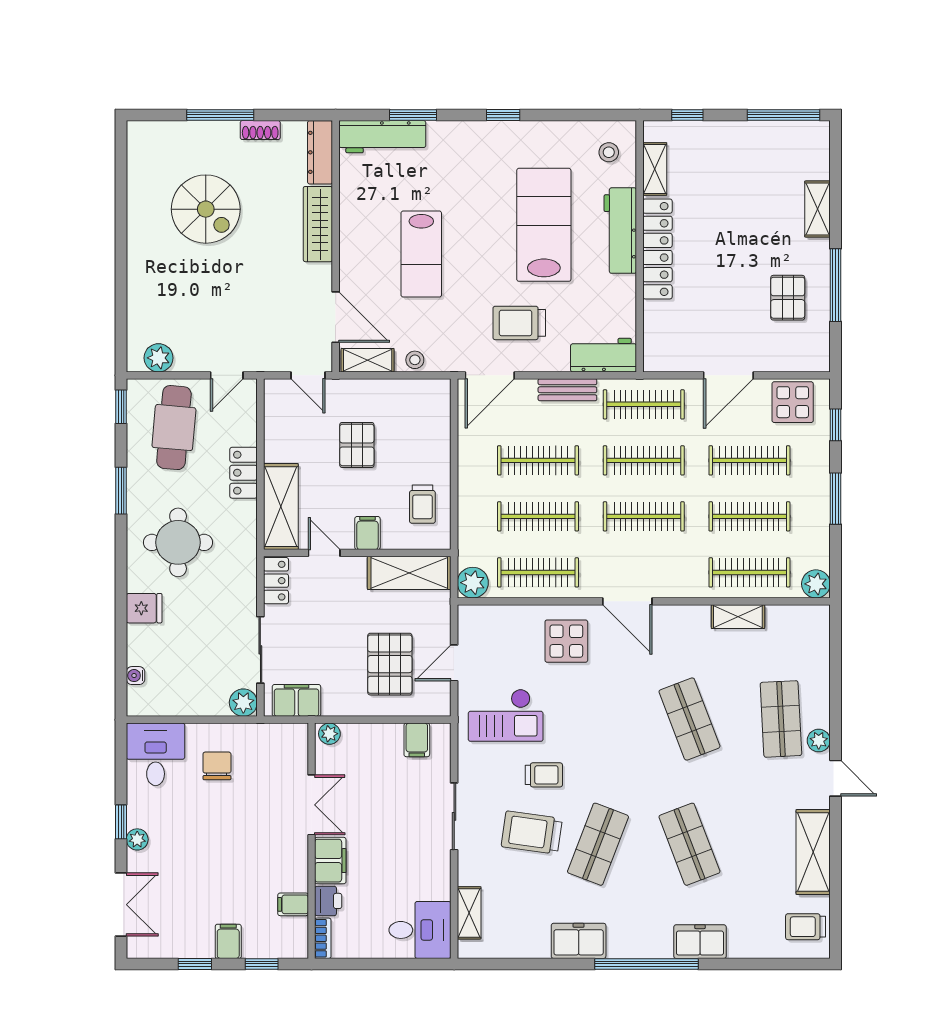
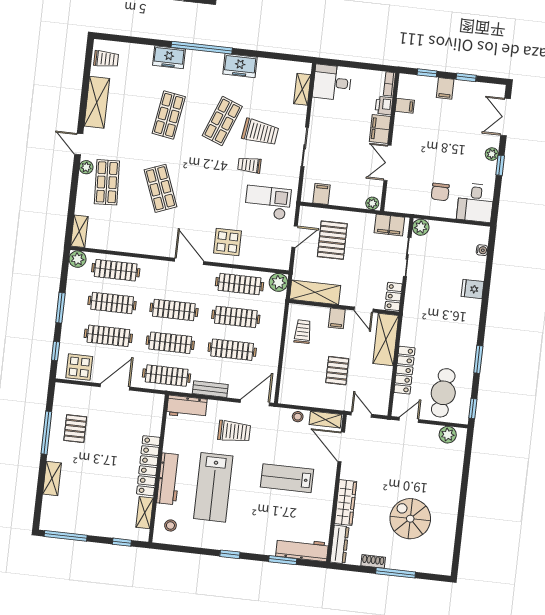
lab bench: (421, 254) -> (287, 478), turned -90
locker: (244, 473) -> (404, 370), width x1.53
round table: (178, 542) -> (448, 325), removed
shelving: (738, 617) -> (79, 231), moved, turned 90
shop shelf: (689, 844) -> (169, 115), turned 30

